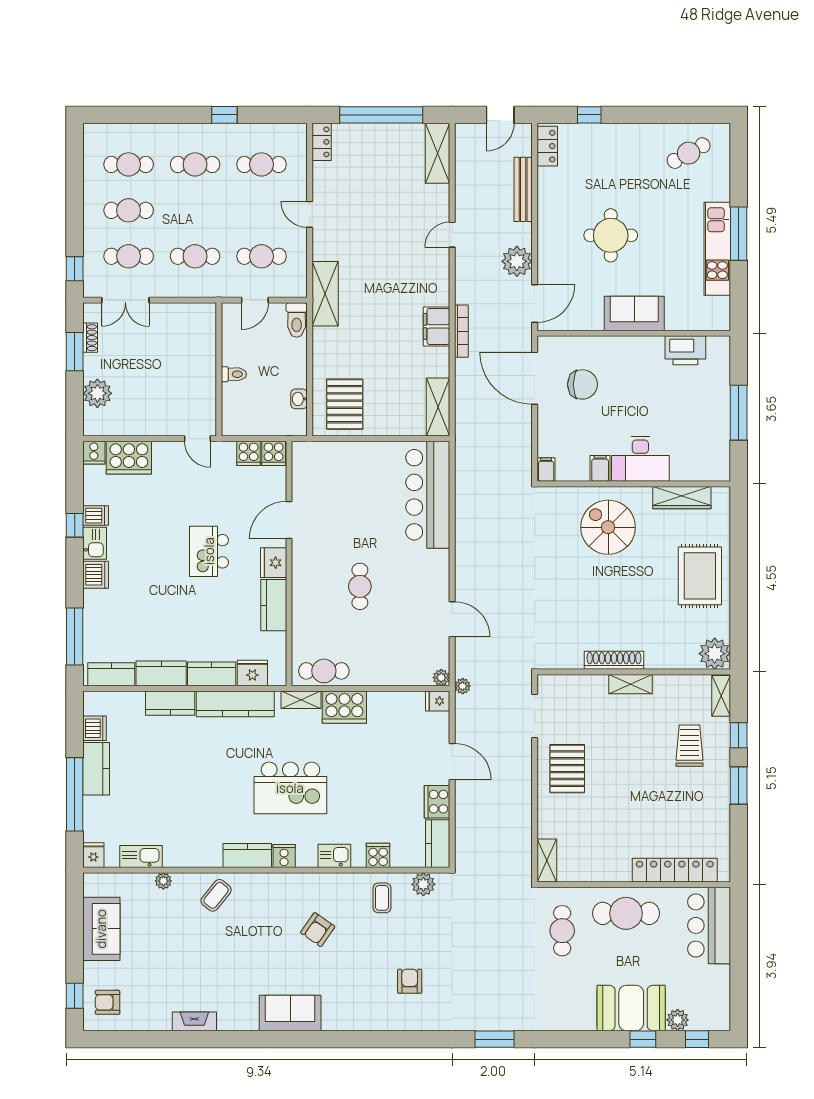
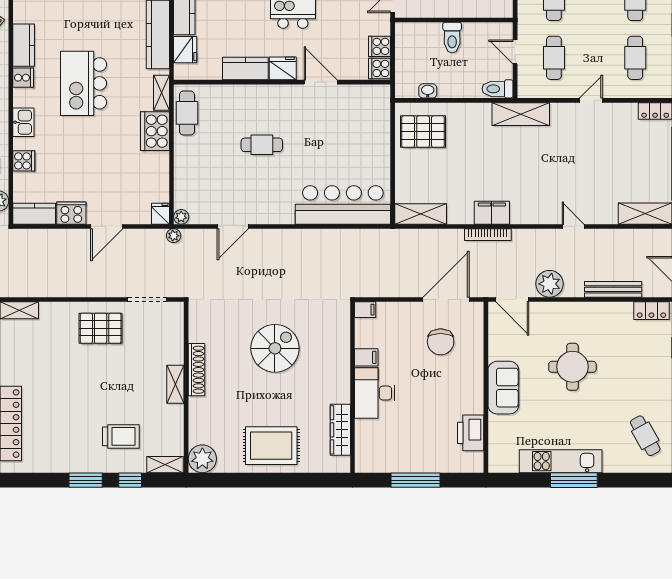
toilet: (234, 374) -> (452, 38), width x1.37, depth x1.39
spiral stairs: (608, 527) -> (275, 348), moved

